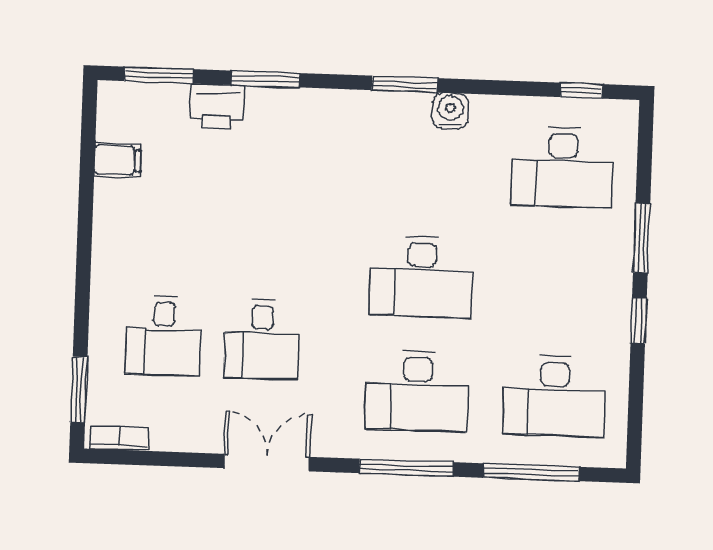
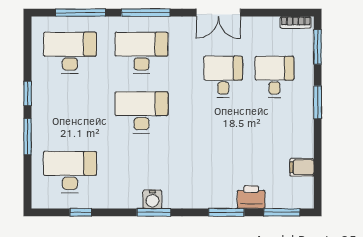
window: (582, 91) -> (81, 212), moved
water cooler: (450, 111) -> (152, 199), moved
window: (83, 284) -> (318, 102), added

